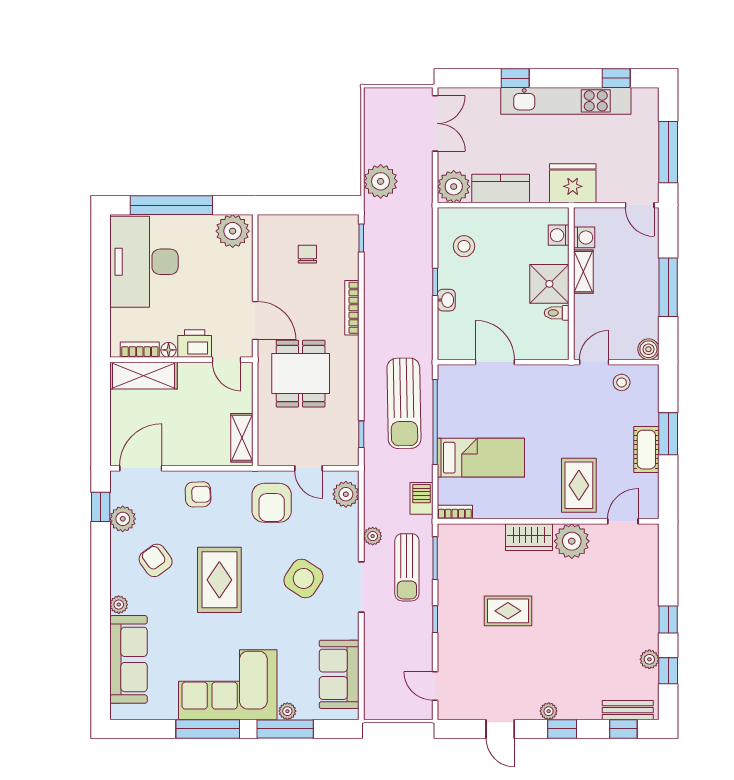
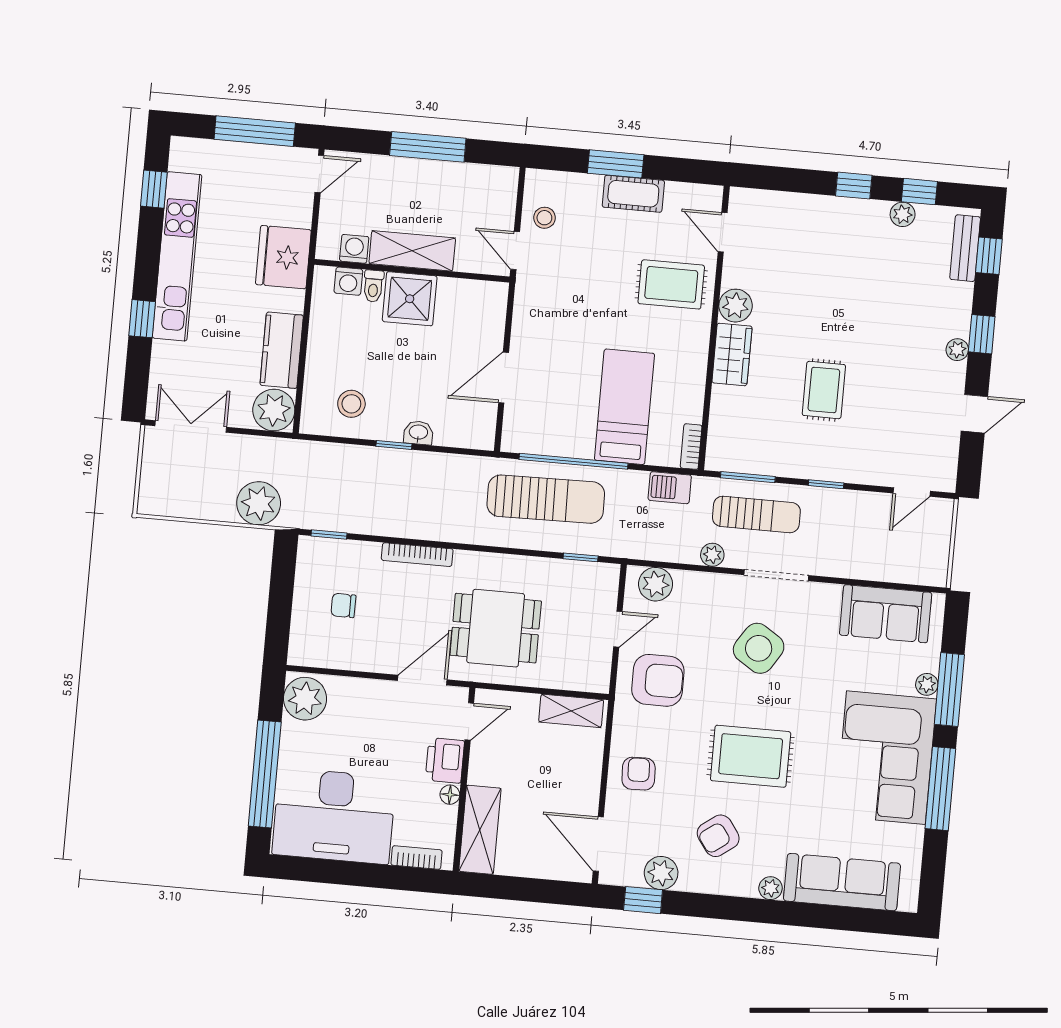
shelving: (583, 272) -> (412, 251), width x1.50, depth x1.33
toilet: (557, 313) -> (373, 286), moved
boiler: (648, 349) -> (505, 179), removed
bookcase: (140, 350) -> (417, 858), moved, turned 90
plant: (572, 541) -> (736, 306), width x0.73, depth x0.73

